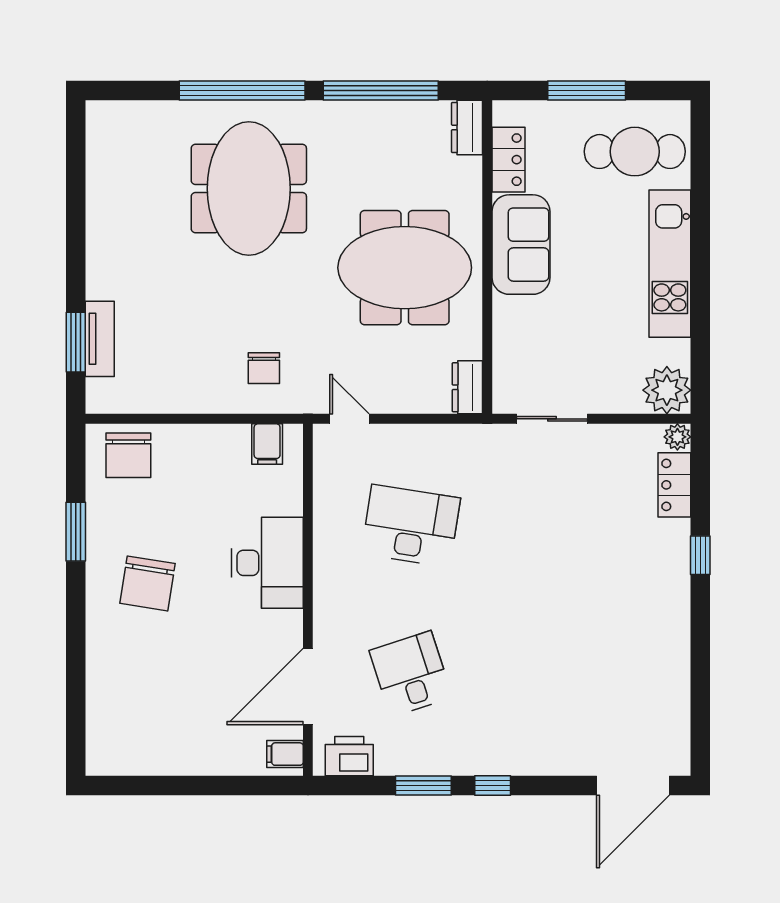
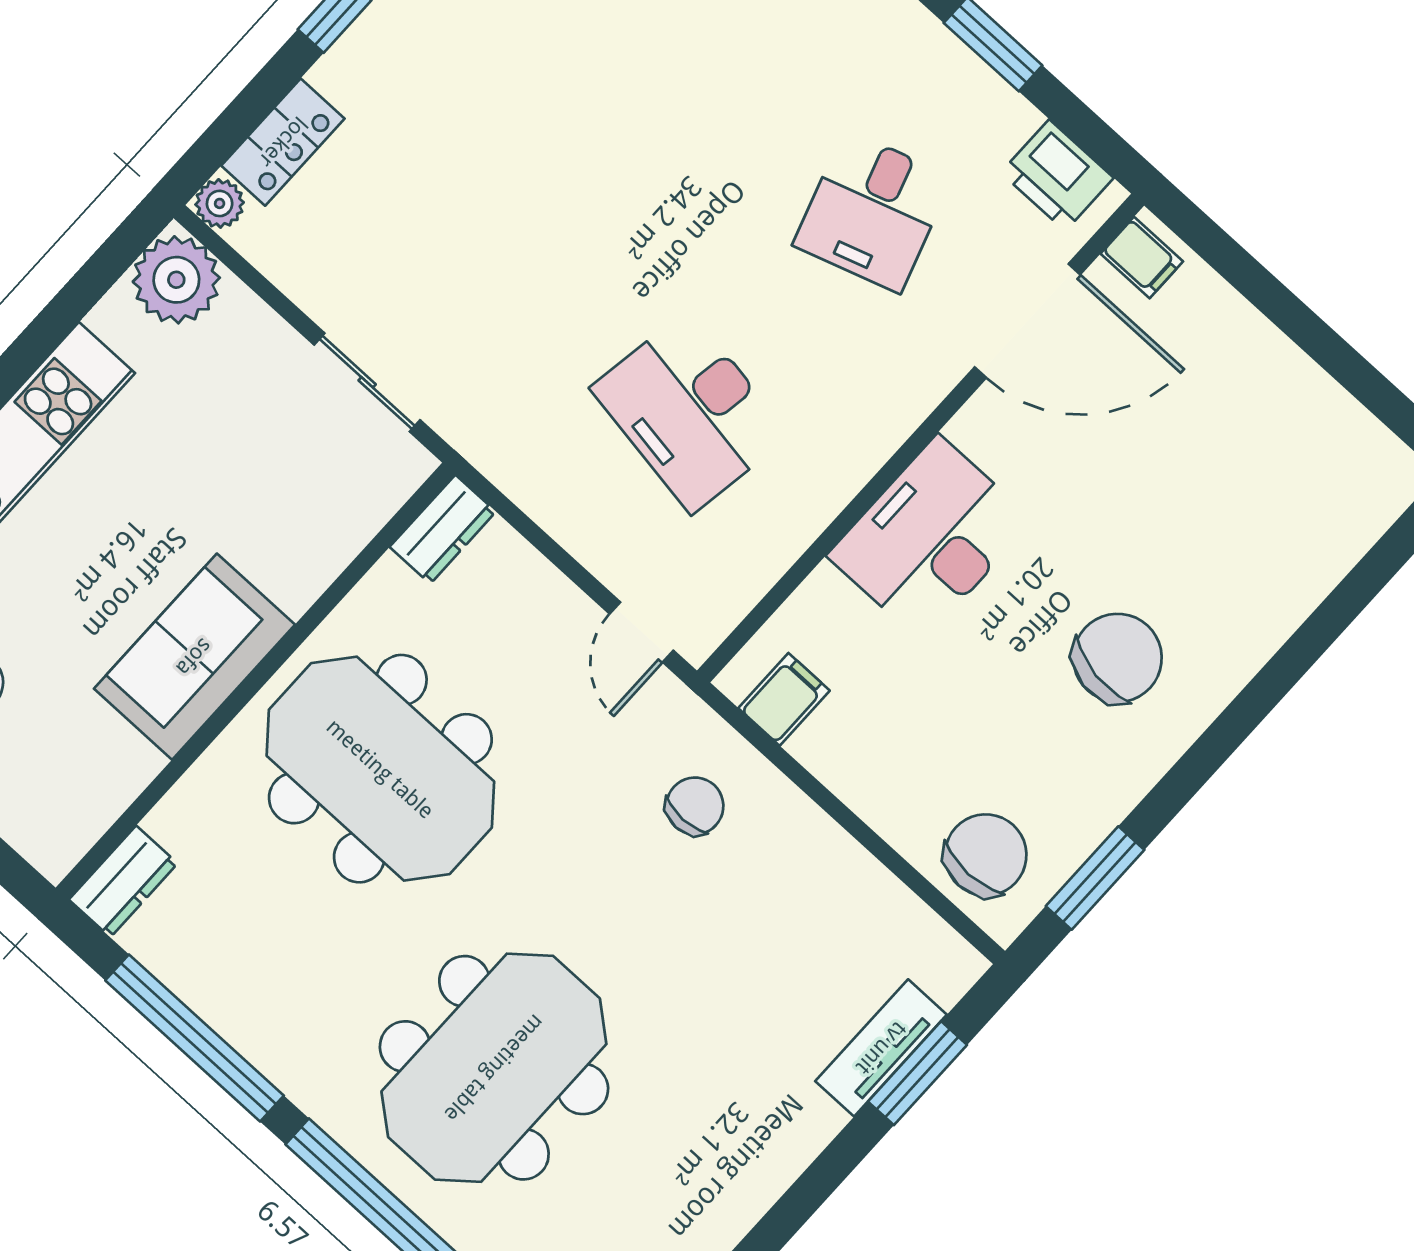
locker: (508, 160) -> (107, 787), removed
window: (76, 532) -> (1095, 878), moved

